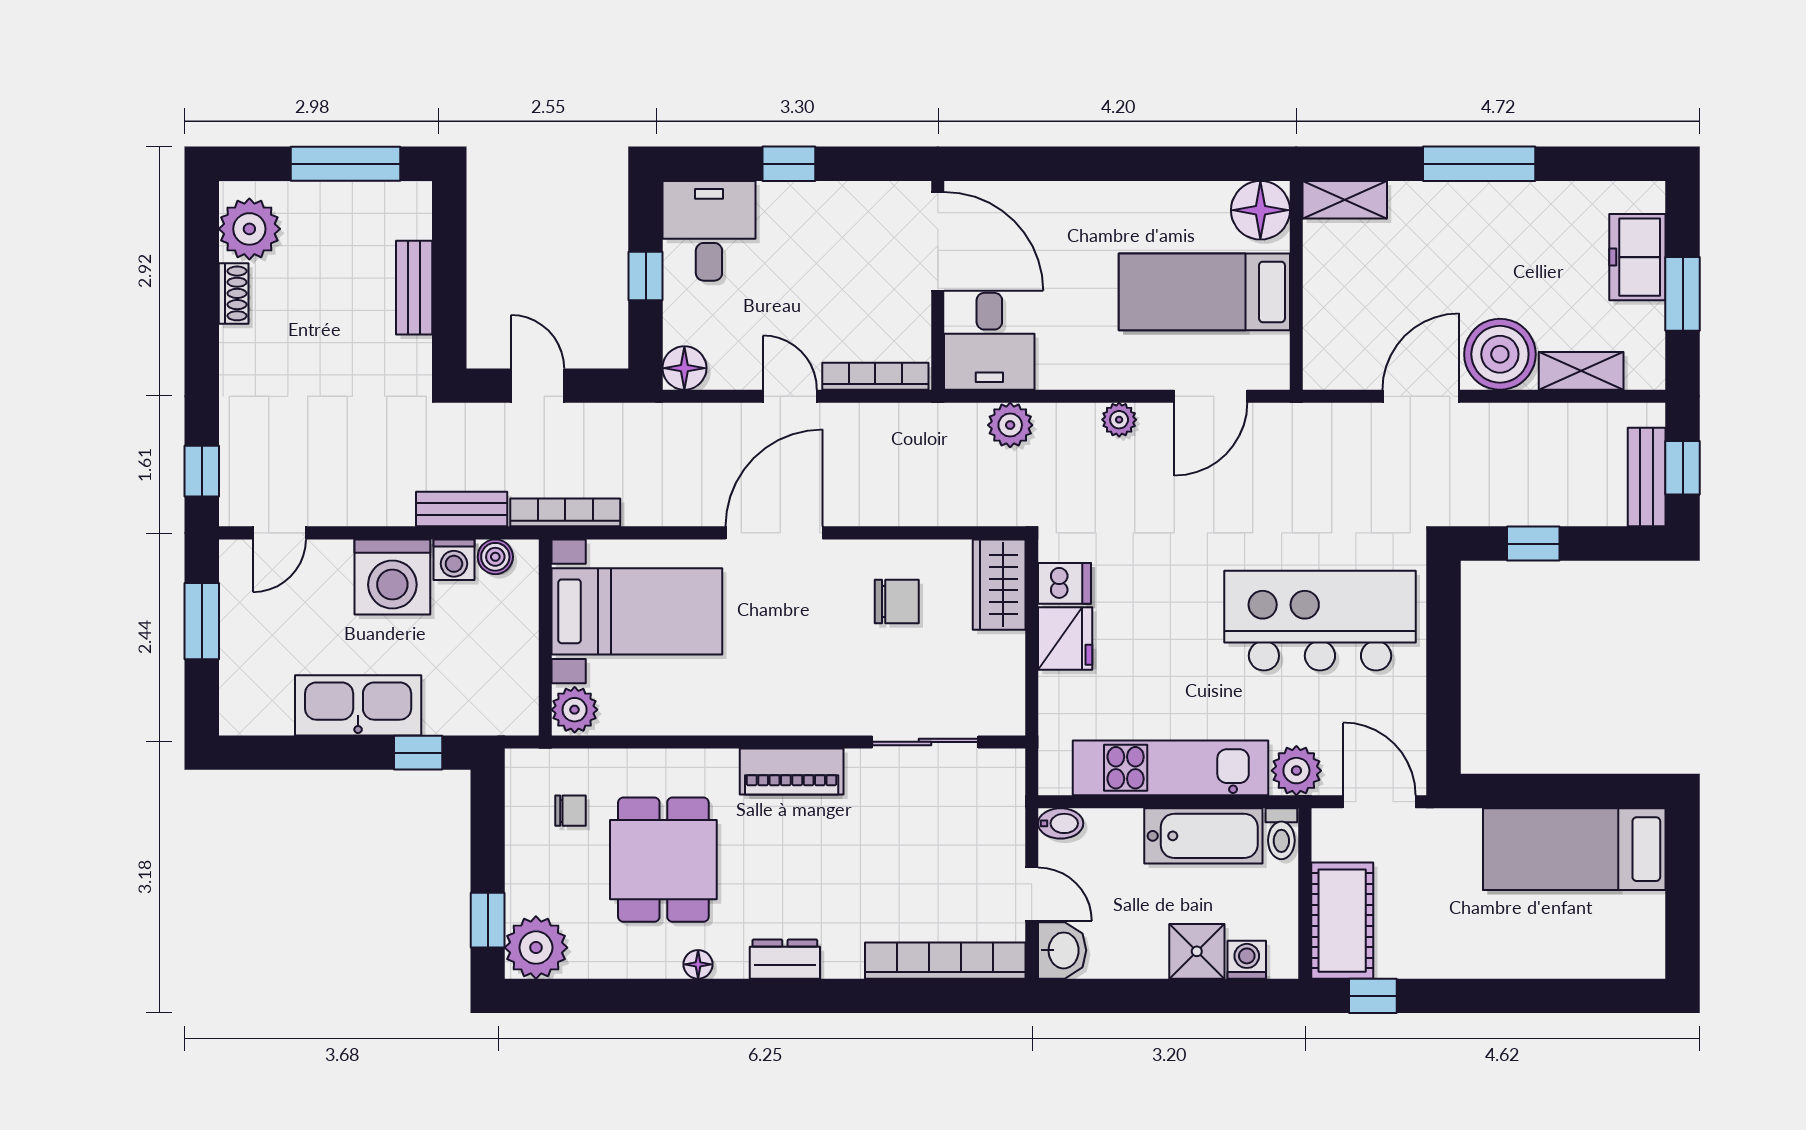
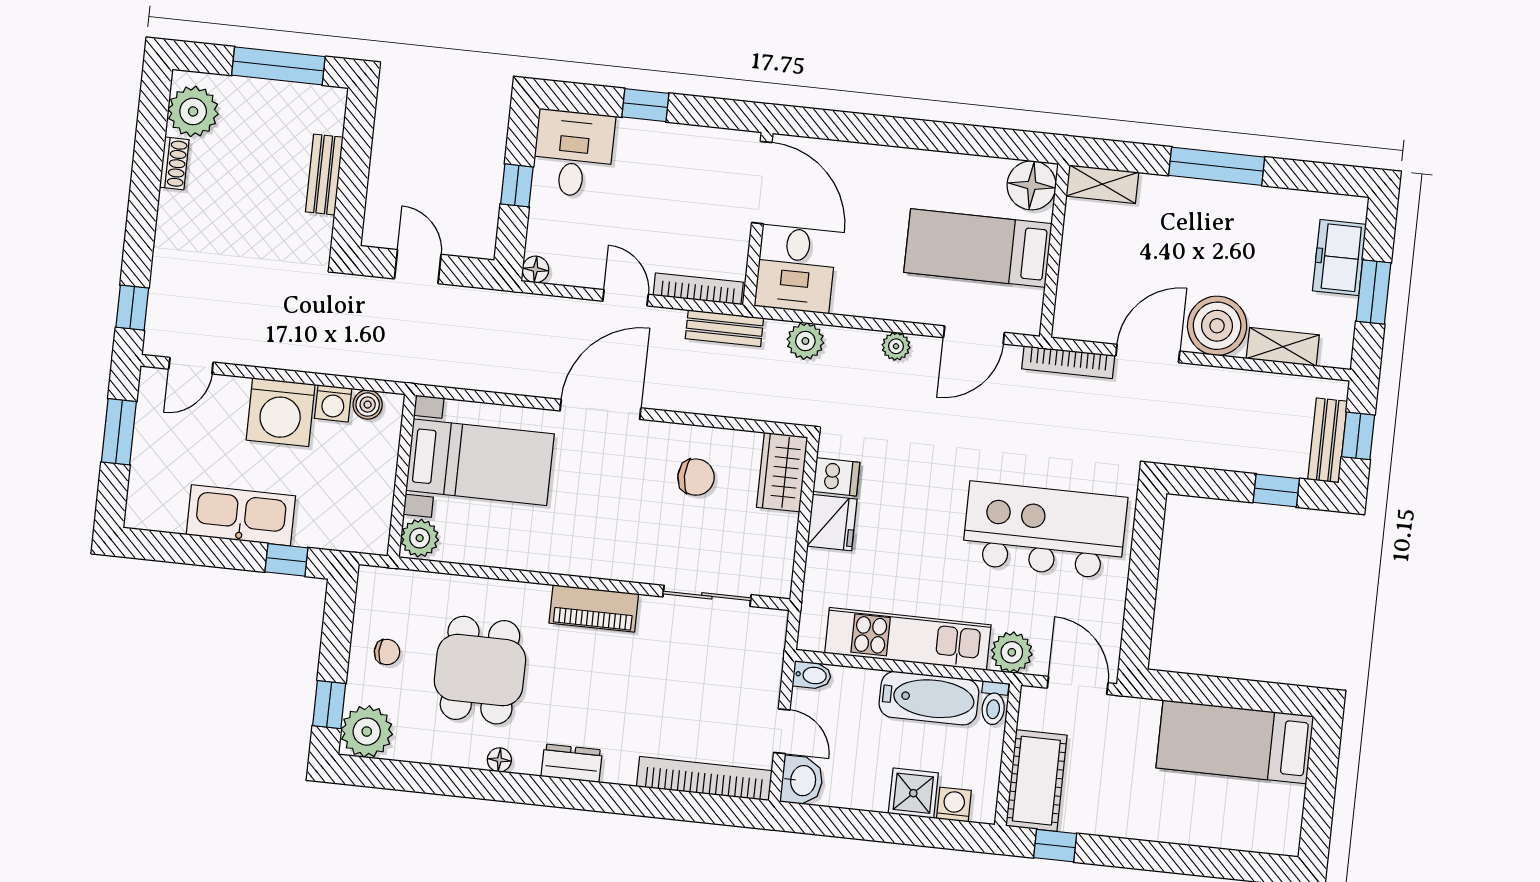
floor lamp: (684, 368) -> (535, 269), width x0.73, depth x0.73
bench: (462, 509) -> (724, 328), moved
bookcase: (565, 512) -> (1068, 362), moved, turned 180
window: (1533, 544) -> (1276, 491), moved
chair: (570, 811) -> (387, 652), moved

